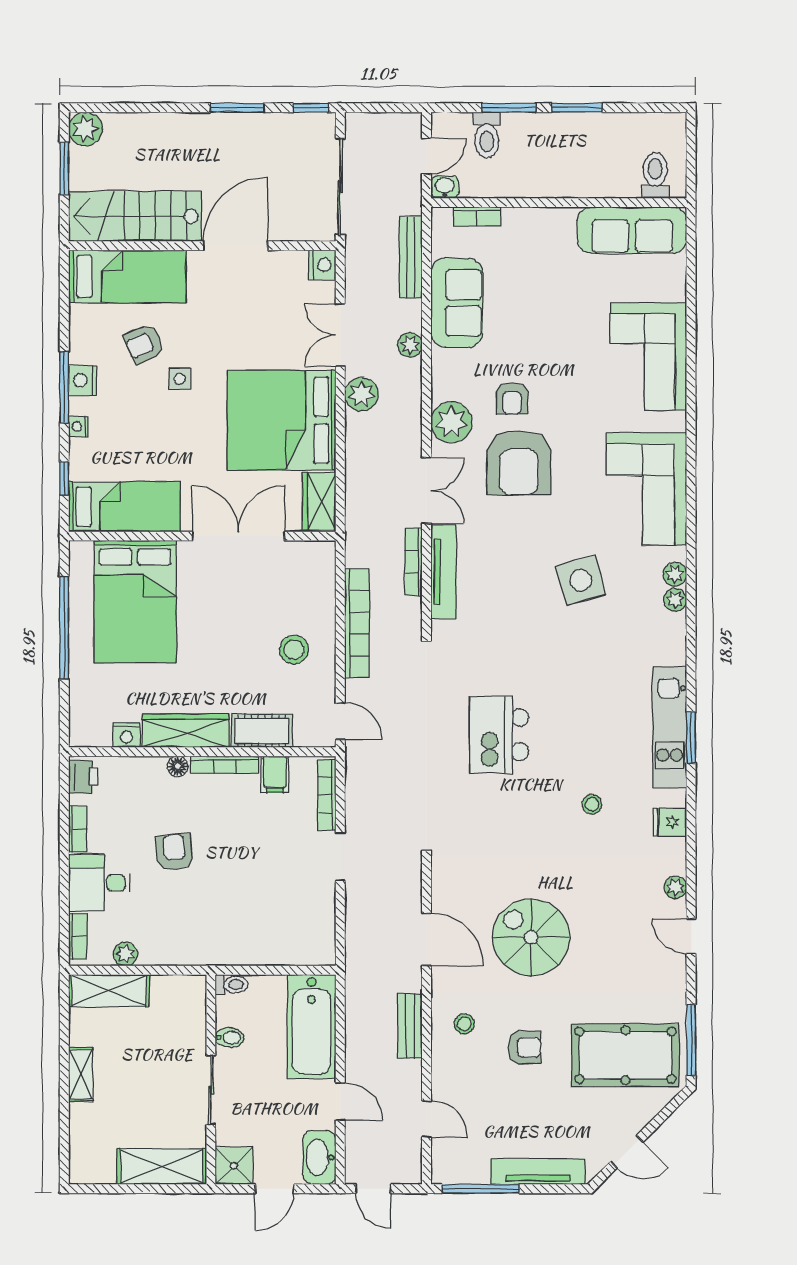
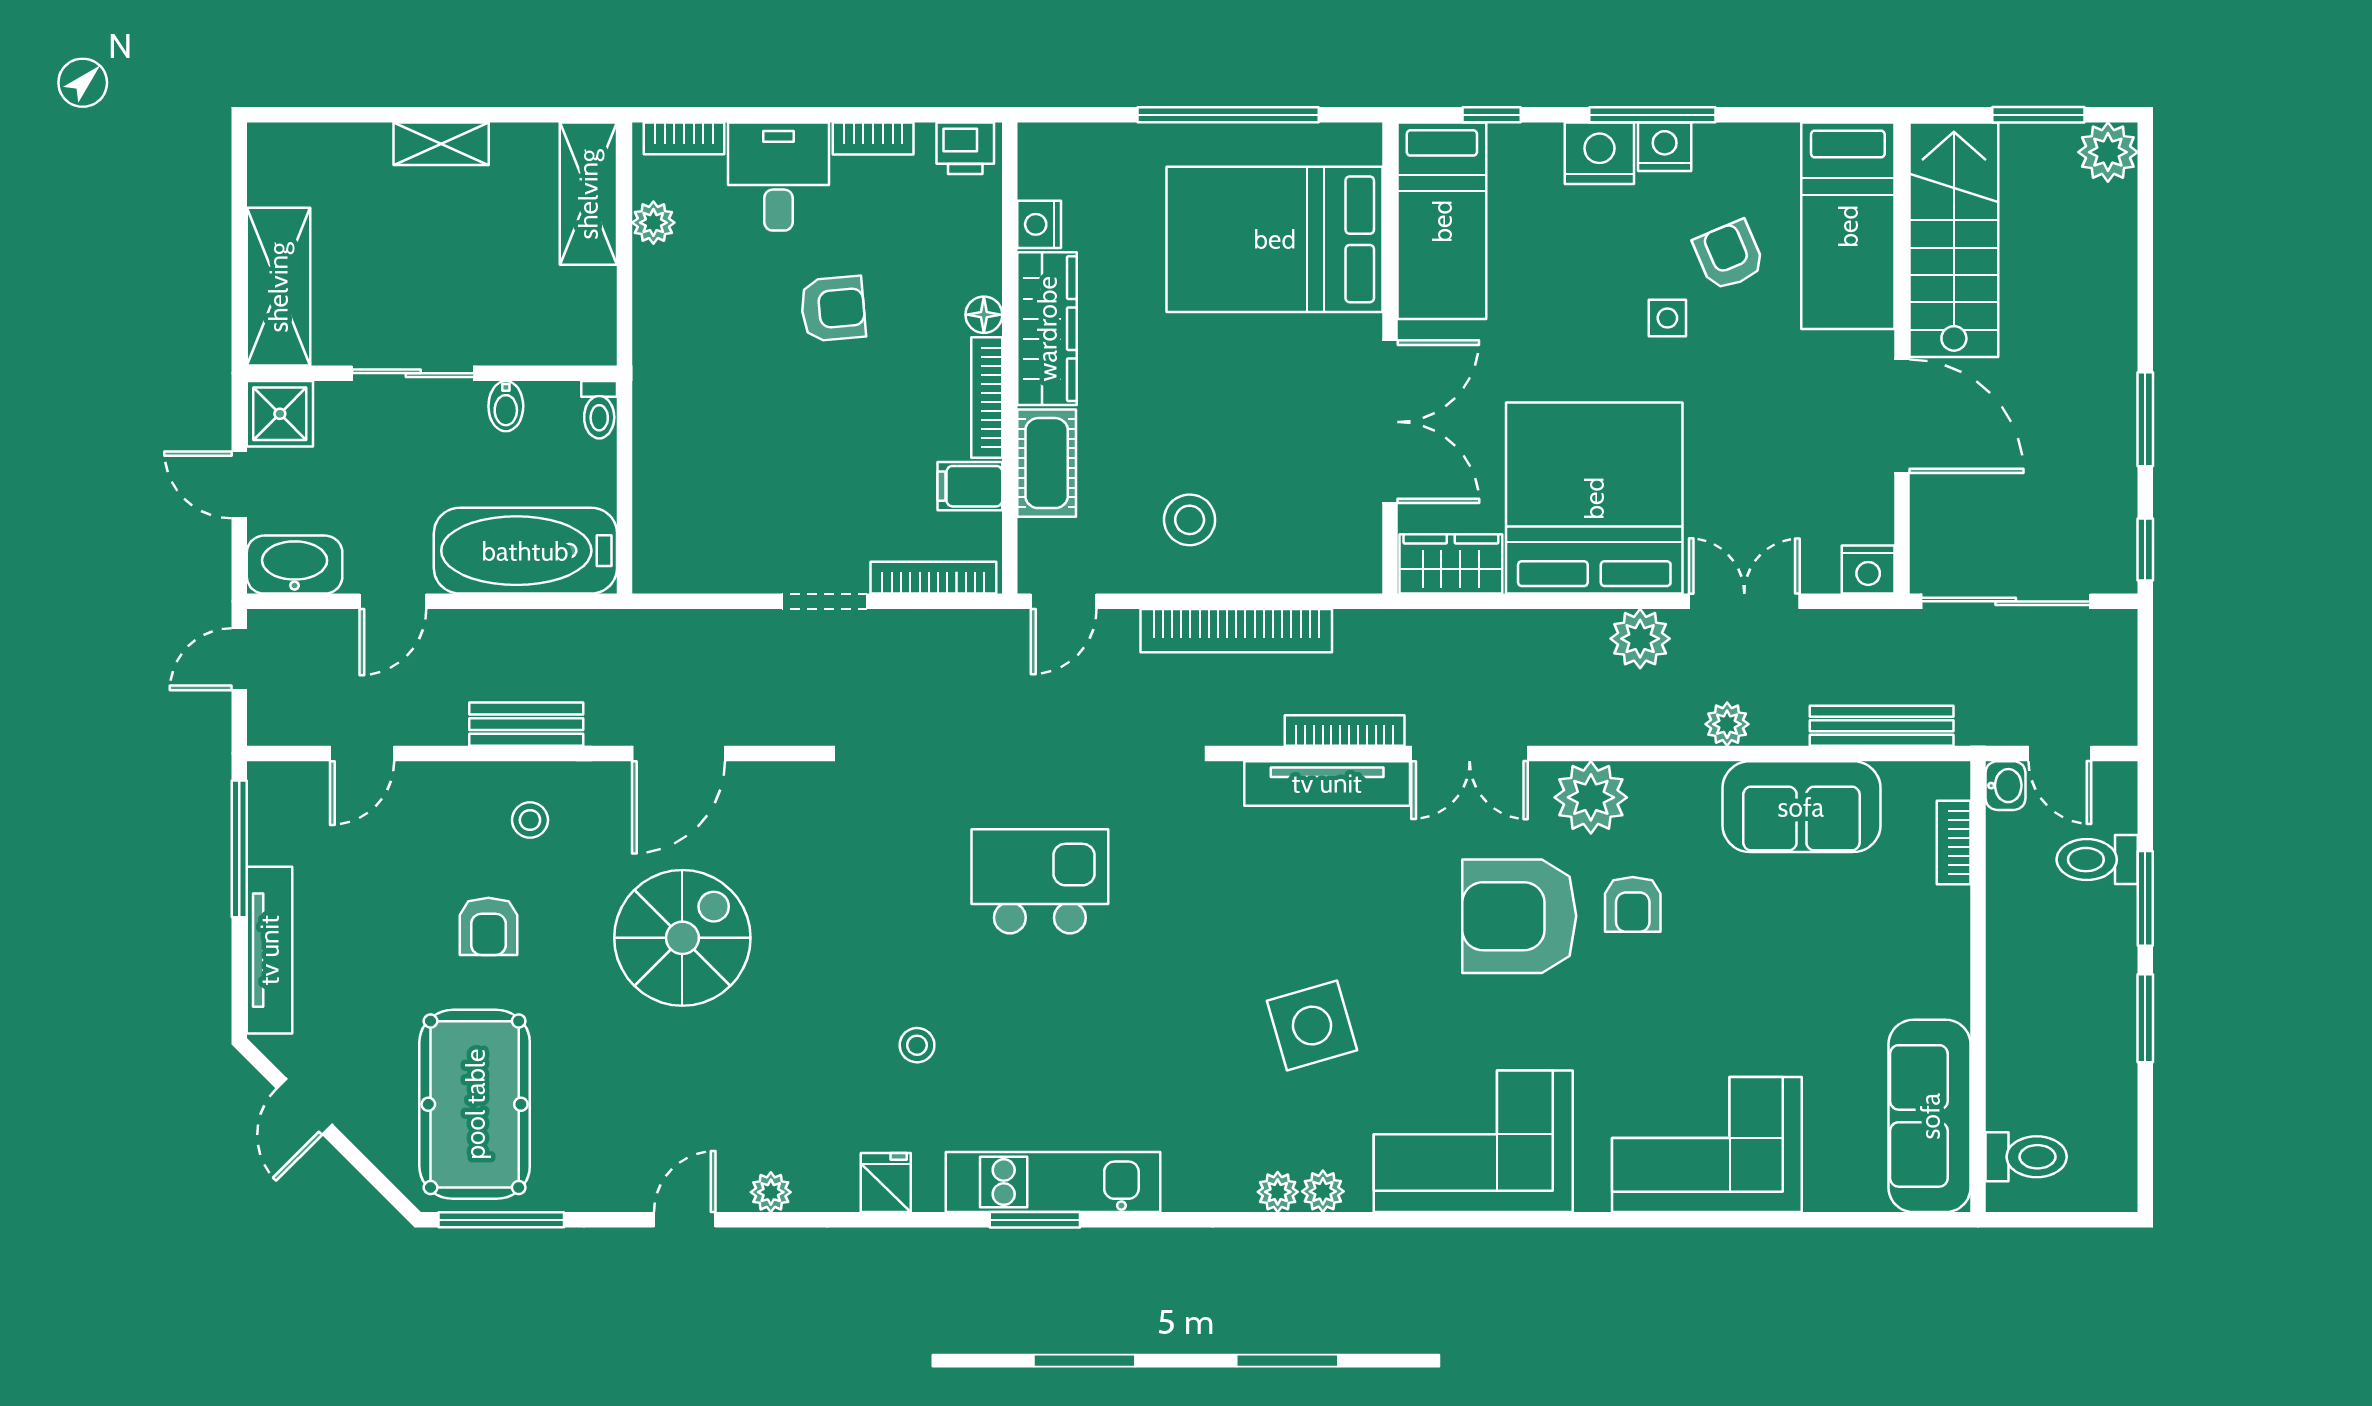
armchair: (512, 398) -> (1633, 904), turned -90
nightstand: (78, 426) -> (1599, 153), width x1.89, depth x1.79

